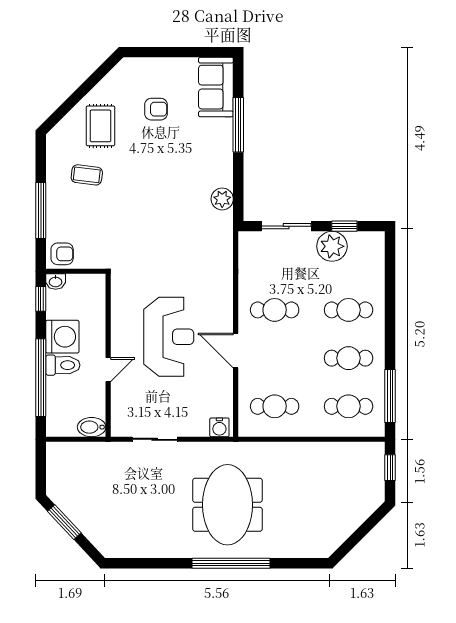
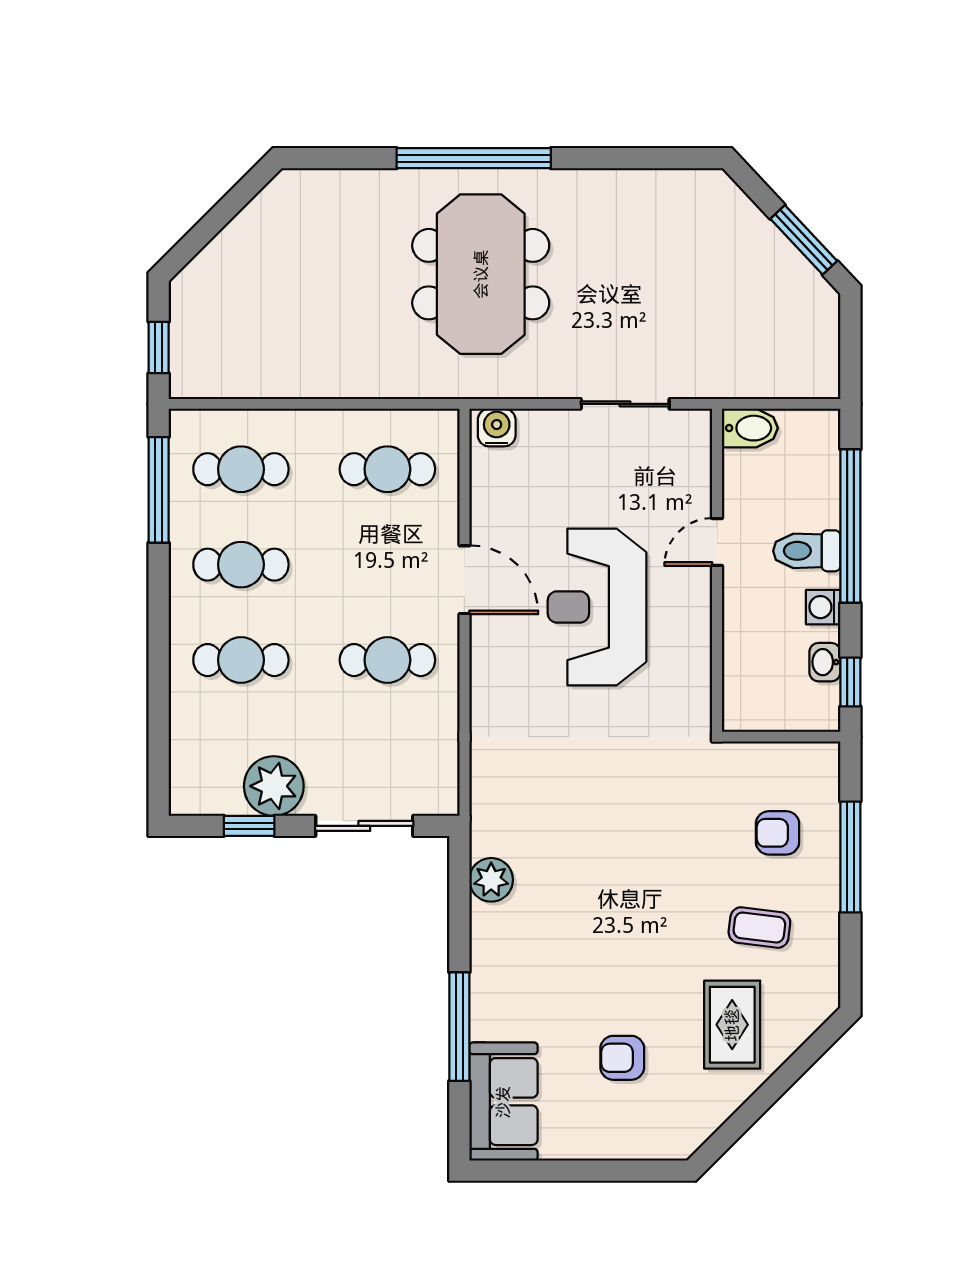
armchair: (62, 254) -> (777, 833), moved
washbasin: (56, 282) -> (825, 662), moved, turned -90
washing machine: (62, 337) -> (823, 607), width x0.53, depth x0.53

